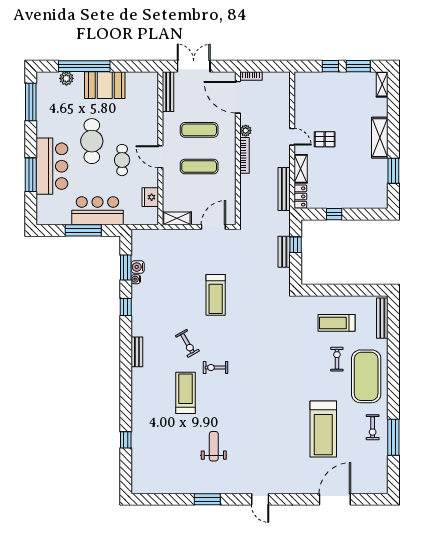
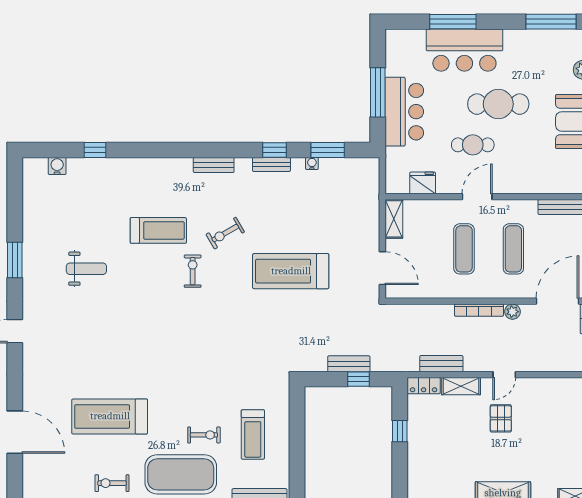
bench: (284, 189) -> (441, 364), width x0.73
water cooler: (138, 267) -> (57, 166), moved
treadmill: (216, 295) -> (291, 271), width x1.37, depth x1.38
bench: (137, 309) -> (271, 164), added
treadmill: (337, 323) -> (253, 434), turned 180

